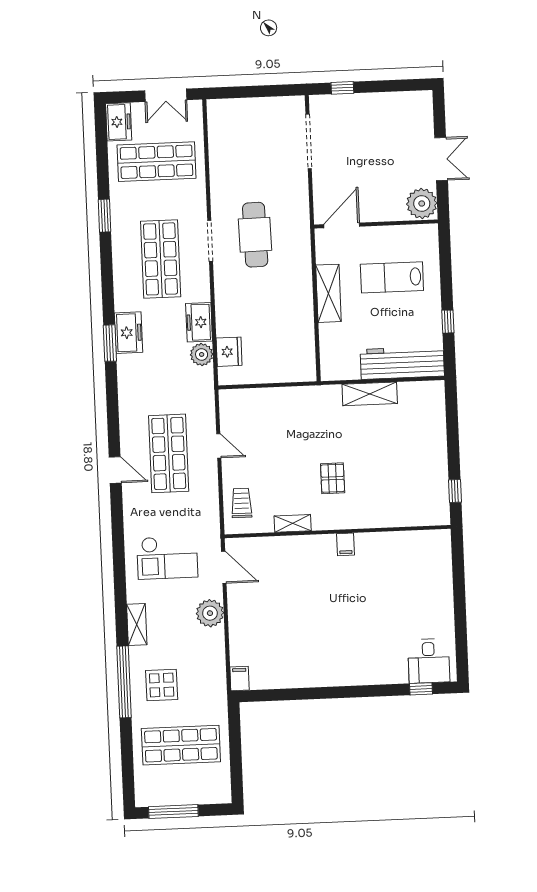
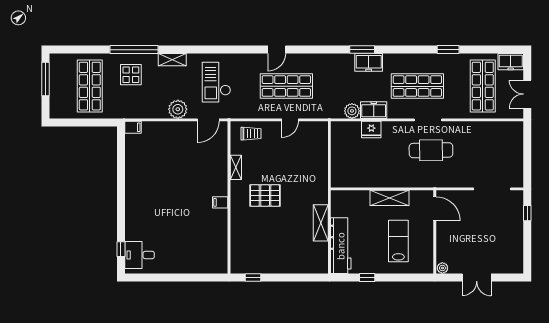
plant: (422, 204) -> (442, 268), width x0.53, depth x0.53
fridge: (229, 352) -> (371, 129), moved
pallet: (333, 478) -> (265, 196), width x1.50, depth x1.42

